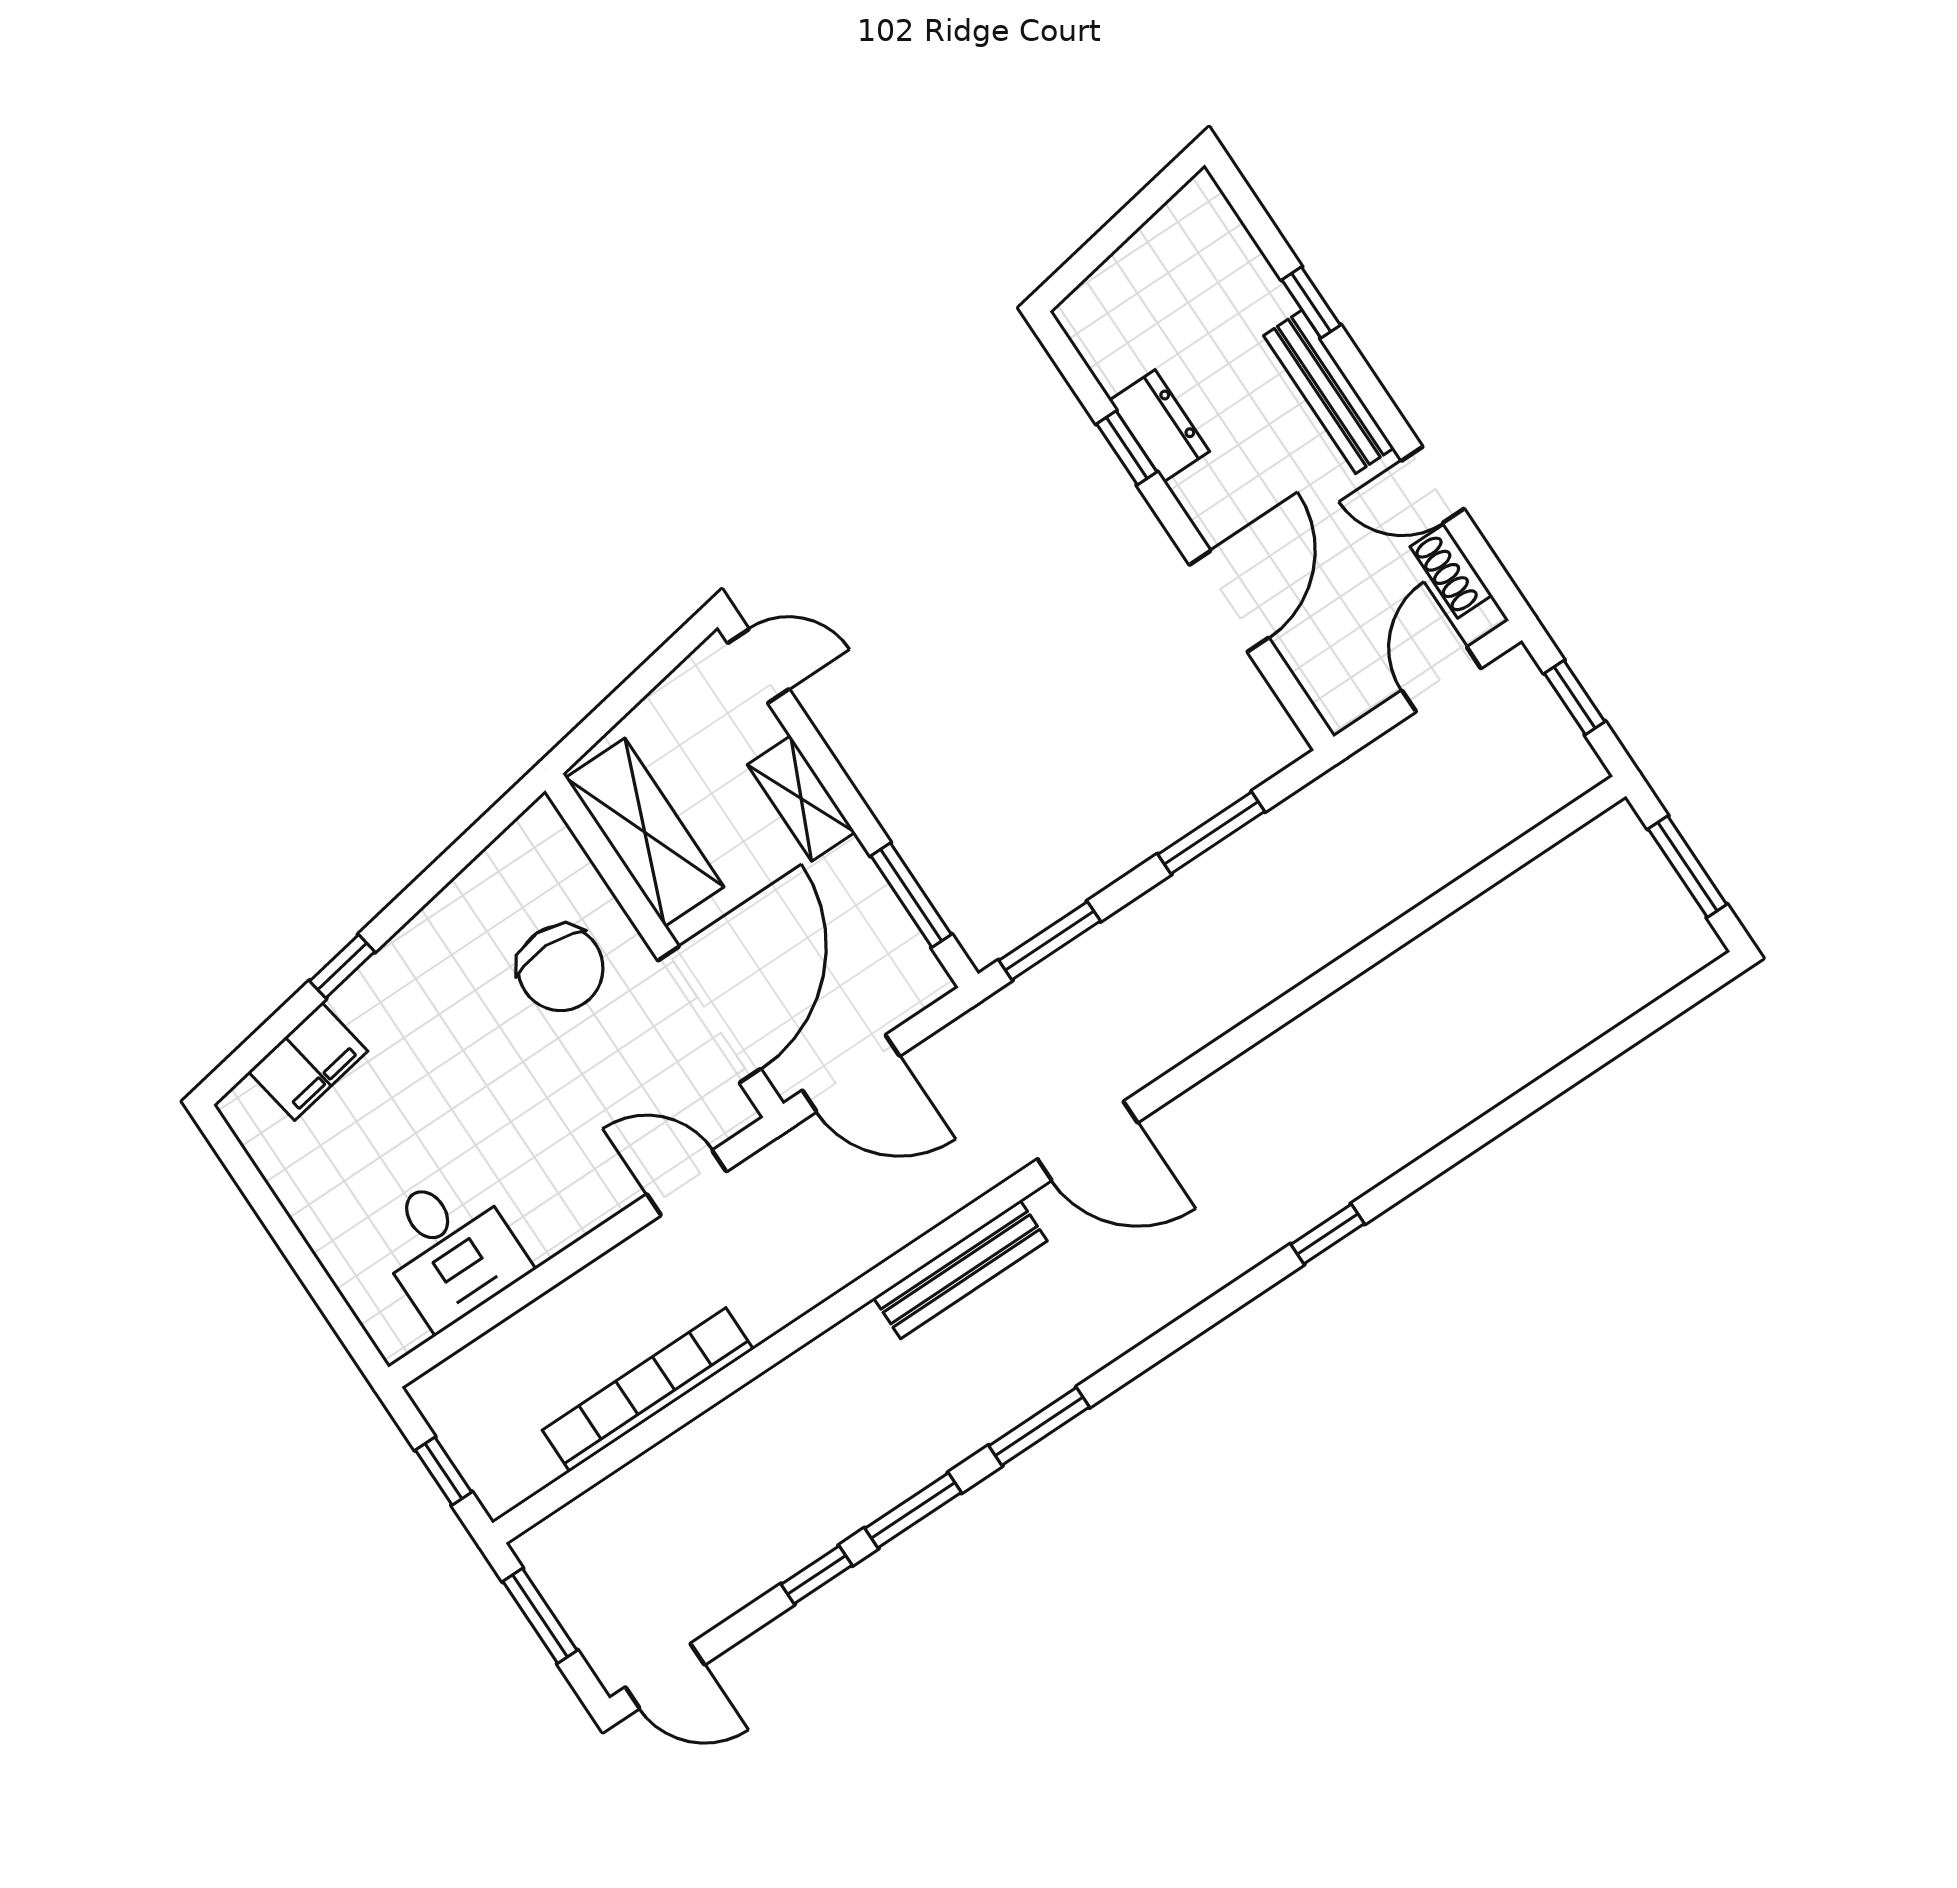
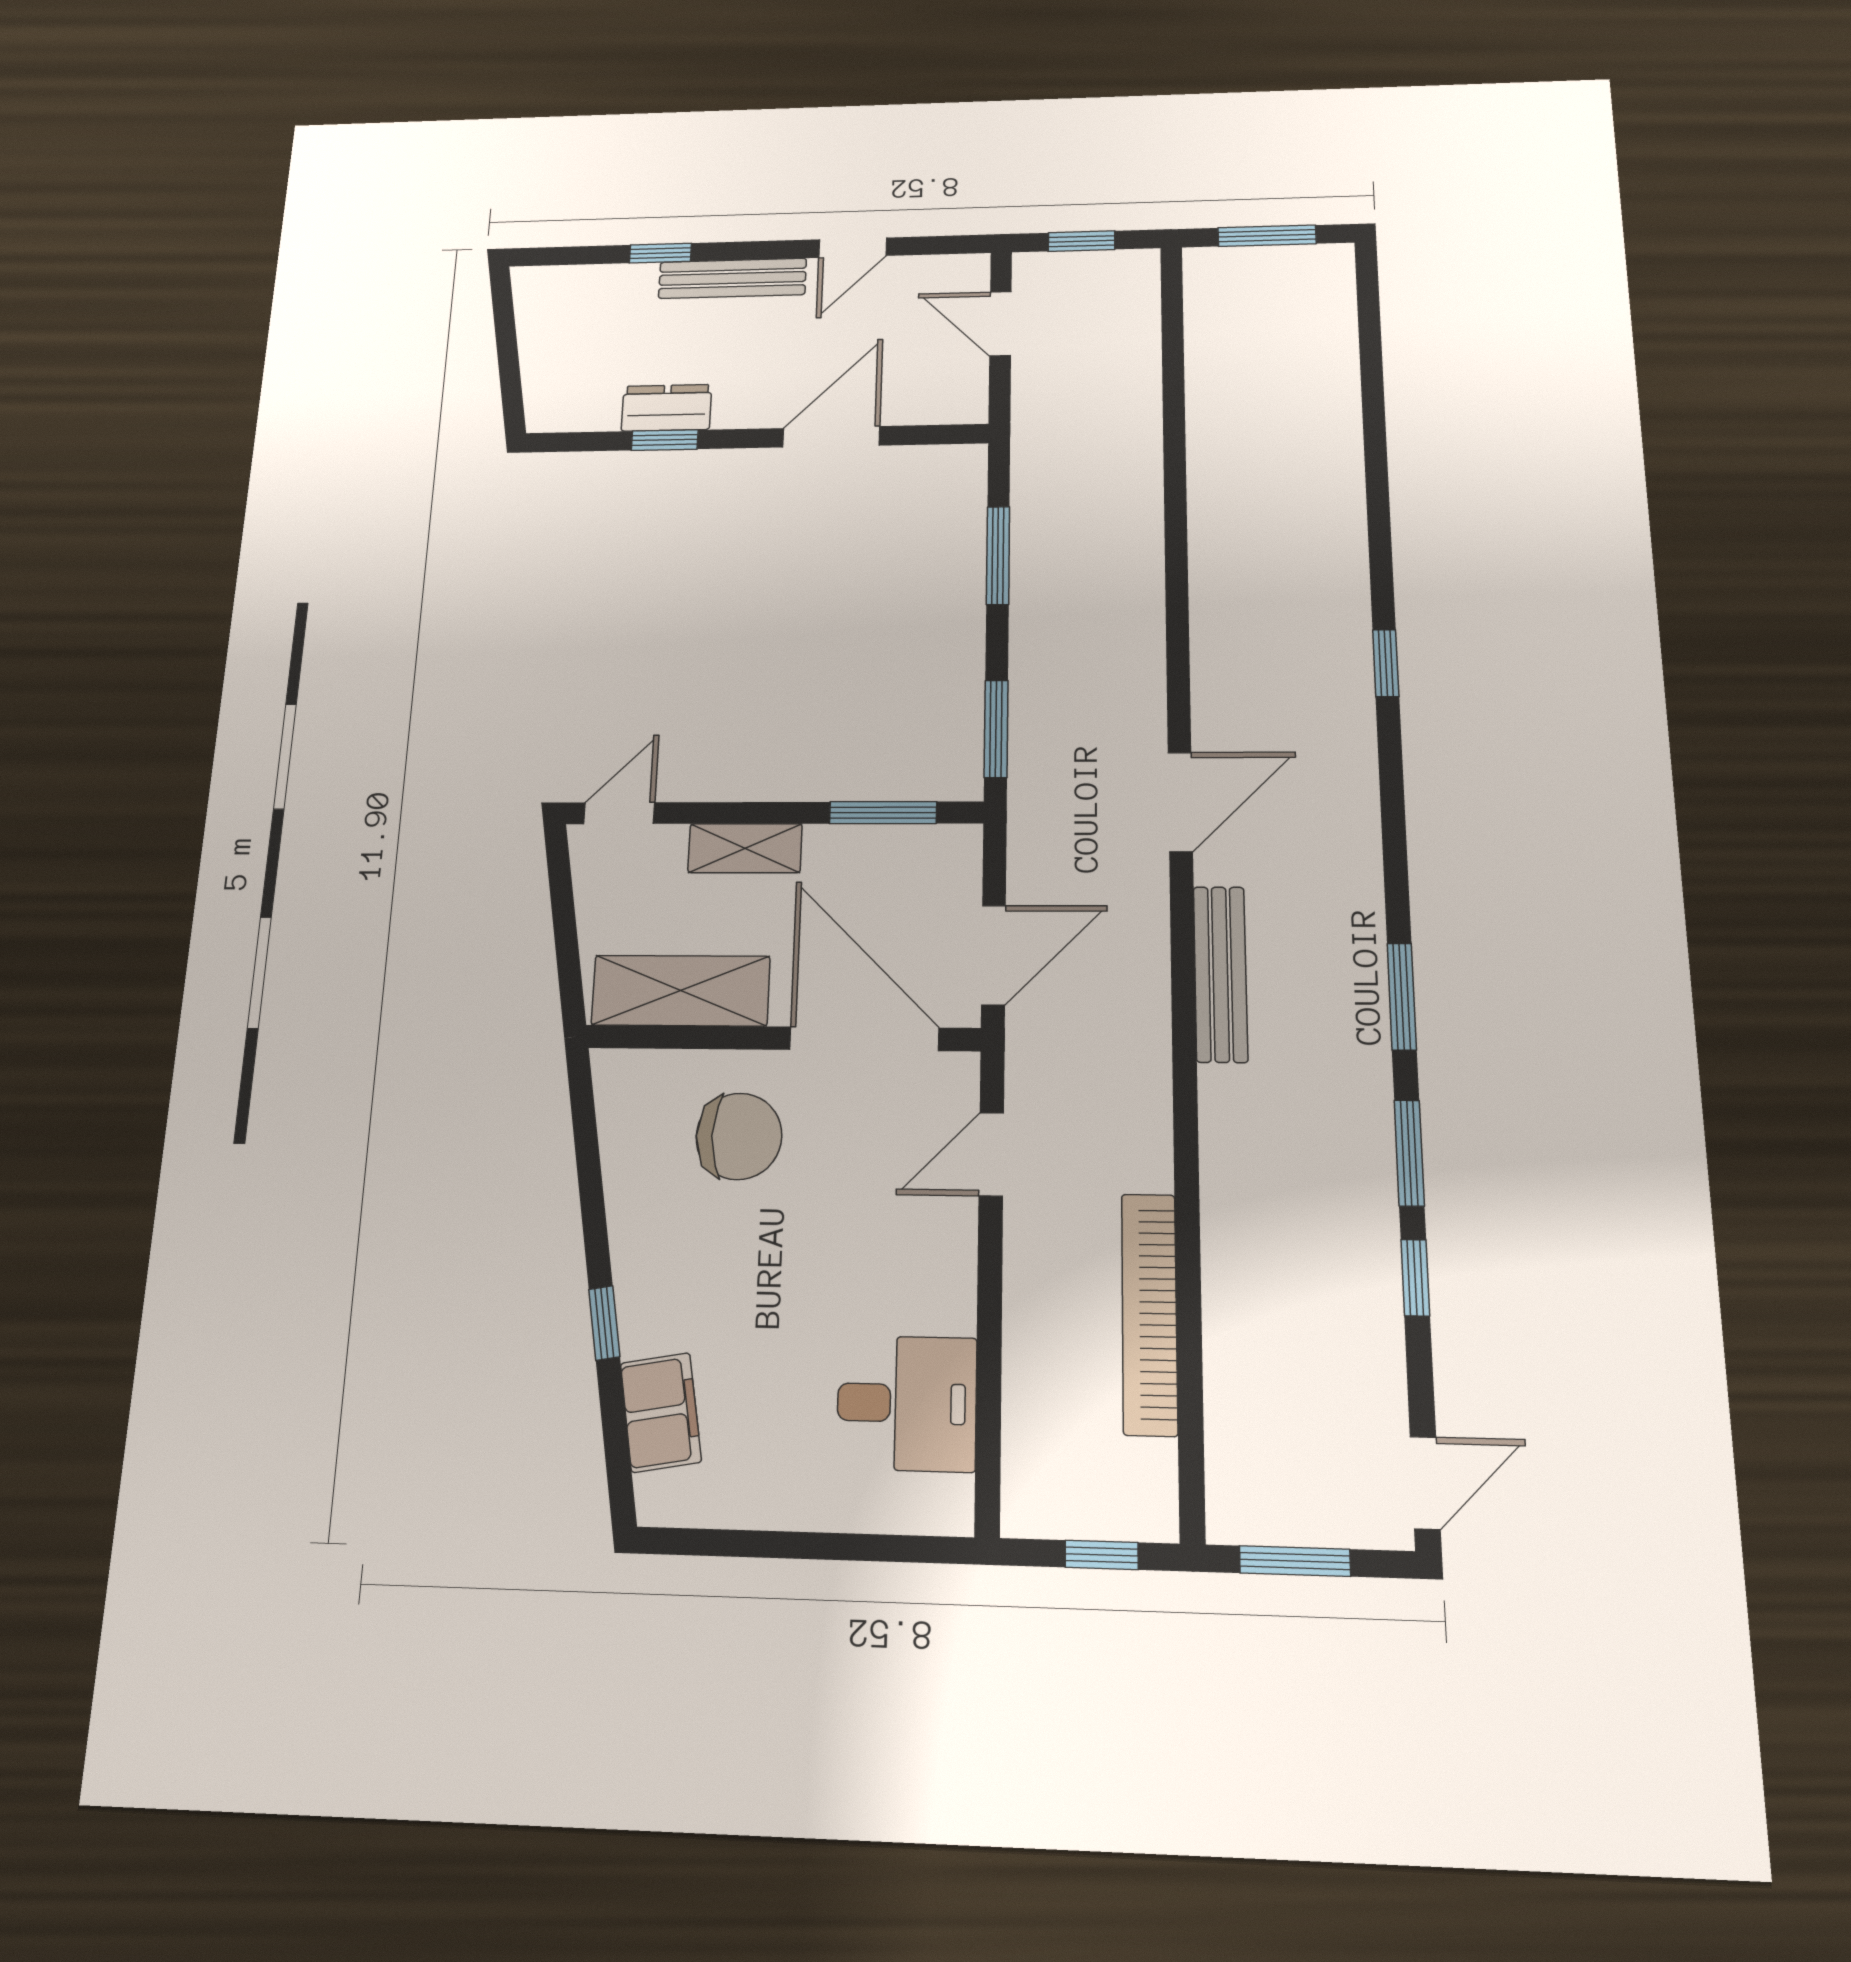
shoe rack: (1451, 571) -> (925, 271), removed
door: (1229, 601) -> (831, 437), hinge flipped

